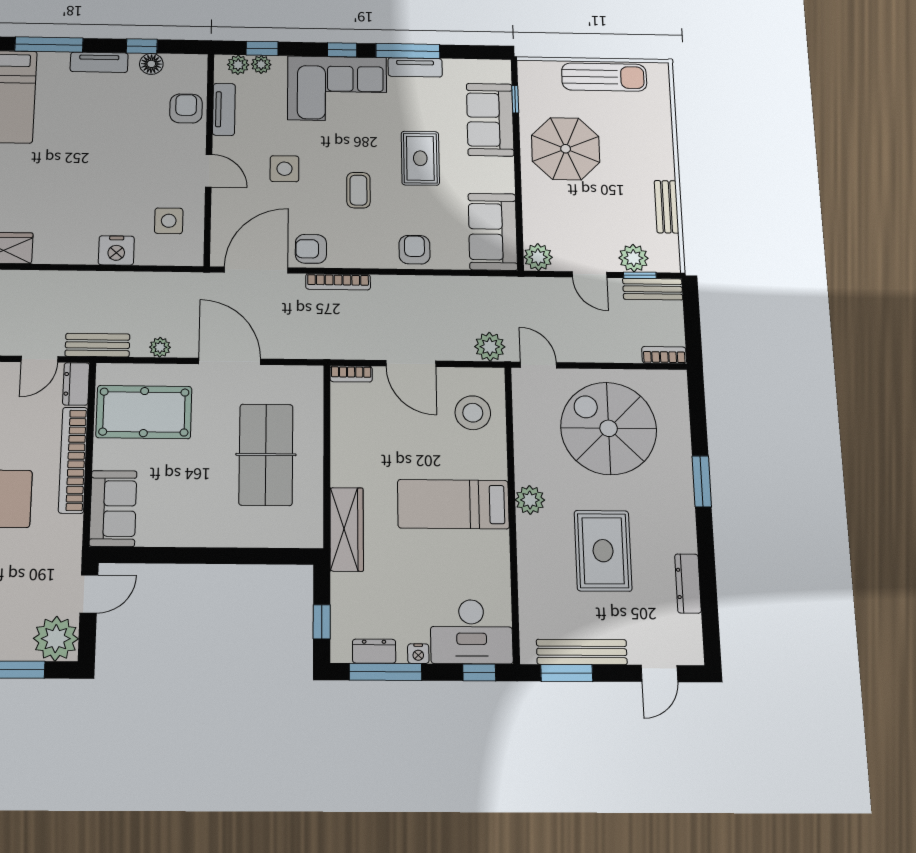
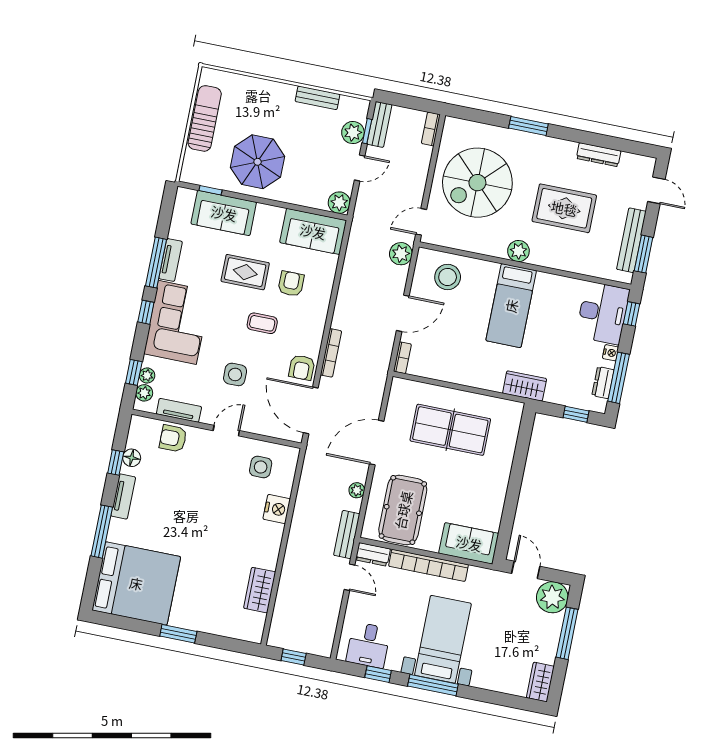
armchair: (414, 250) -> (291, 284), moved, turned 90
wardrobe: (347, 529) -> (525, 386), width x0.67

